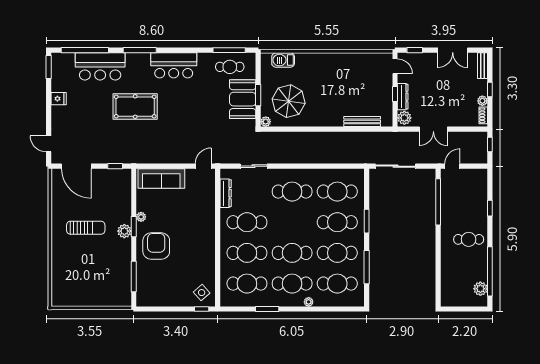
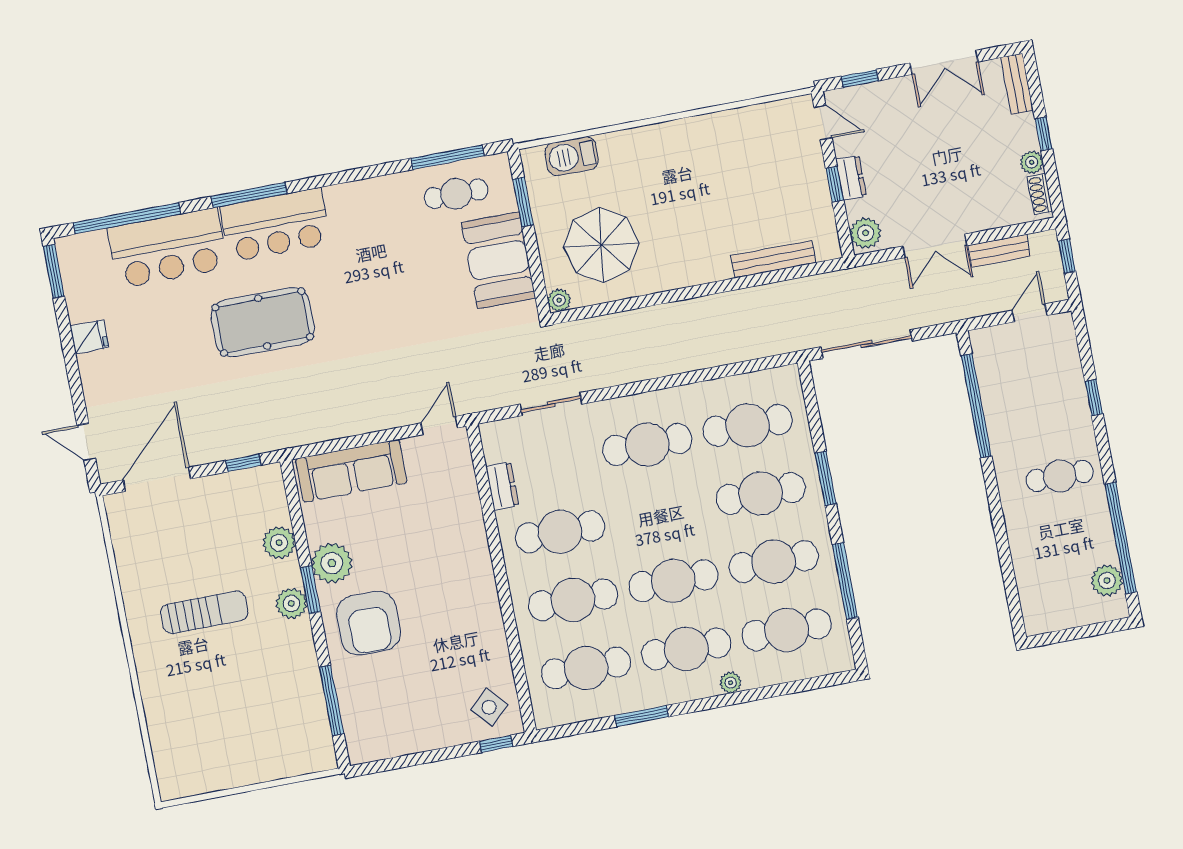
bar counter: (174, 65) -> (275, 225), moved
window: (258, 95) -> (523, 202), moved
dresser: (403, 97) -> (851, 178), width x0.70
bench: (461, 137) -> (999, 251), added
door: (76, 166) -> (157, 479), swing flipped
door: (452, 166) -> (1030, 313), moved
dresser: (226, 193) -> (502, 486), width x0.70
plant: (124, 204) -> (279, 543), added
plant: (141, 217) -> (332, 563), width x1.88, depth x1.88
armchair: (156, 246) -> (369, 623), turned 180

